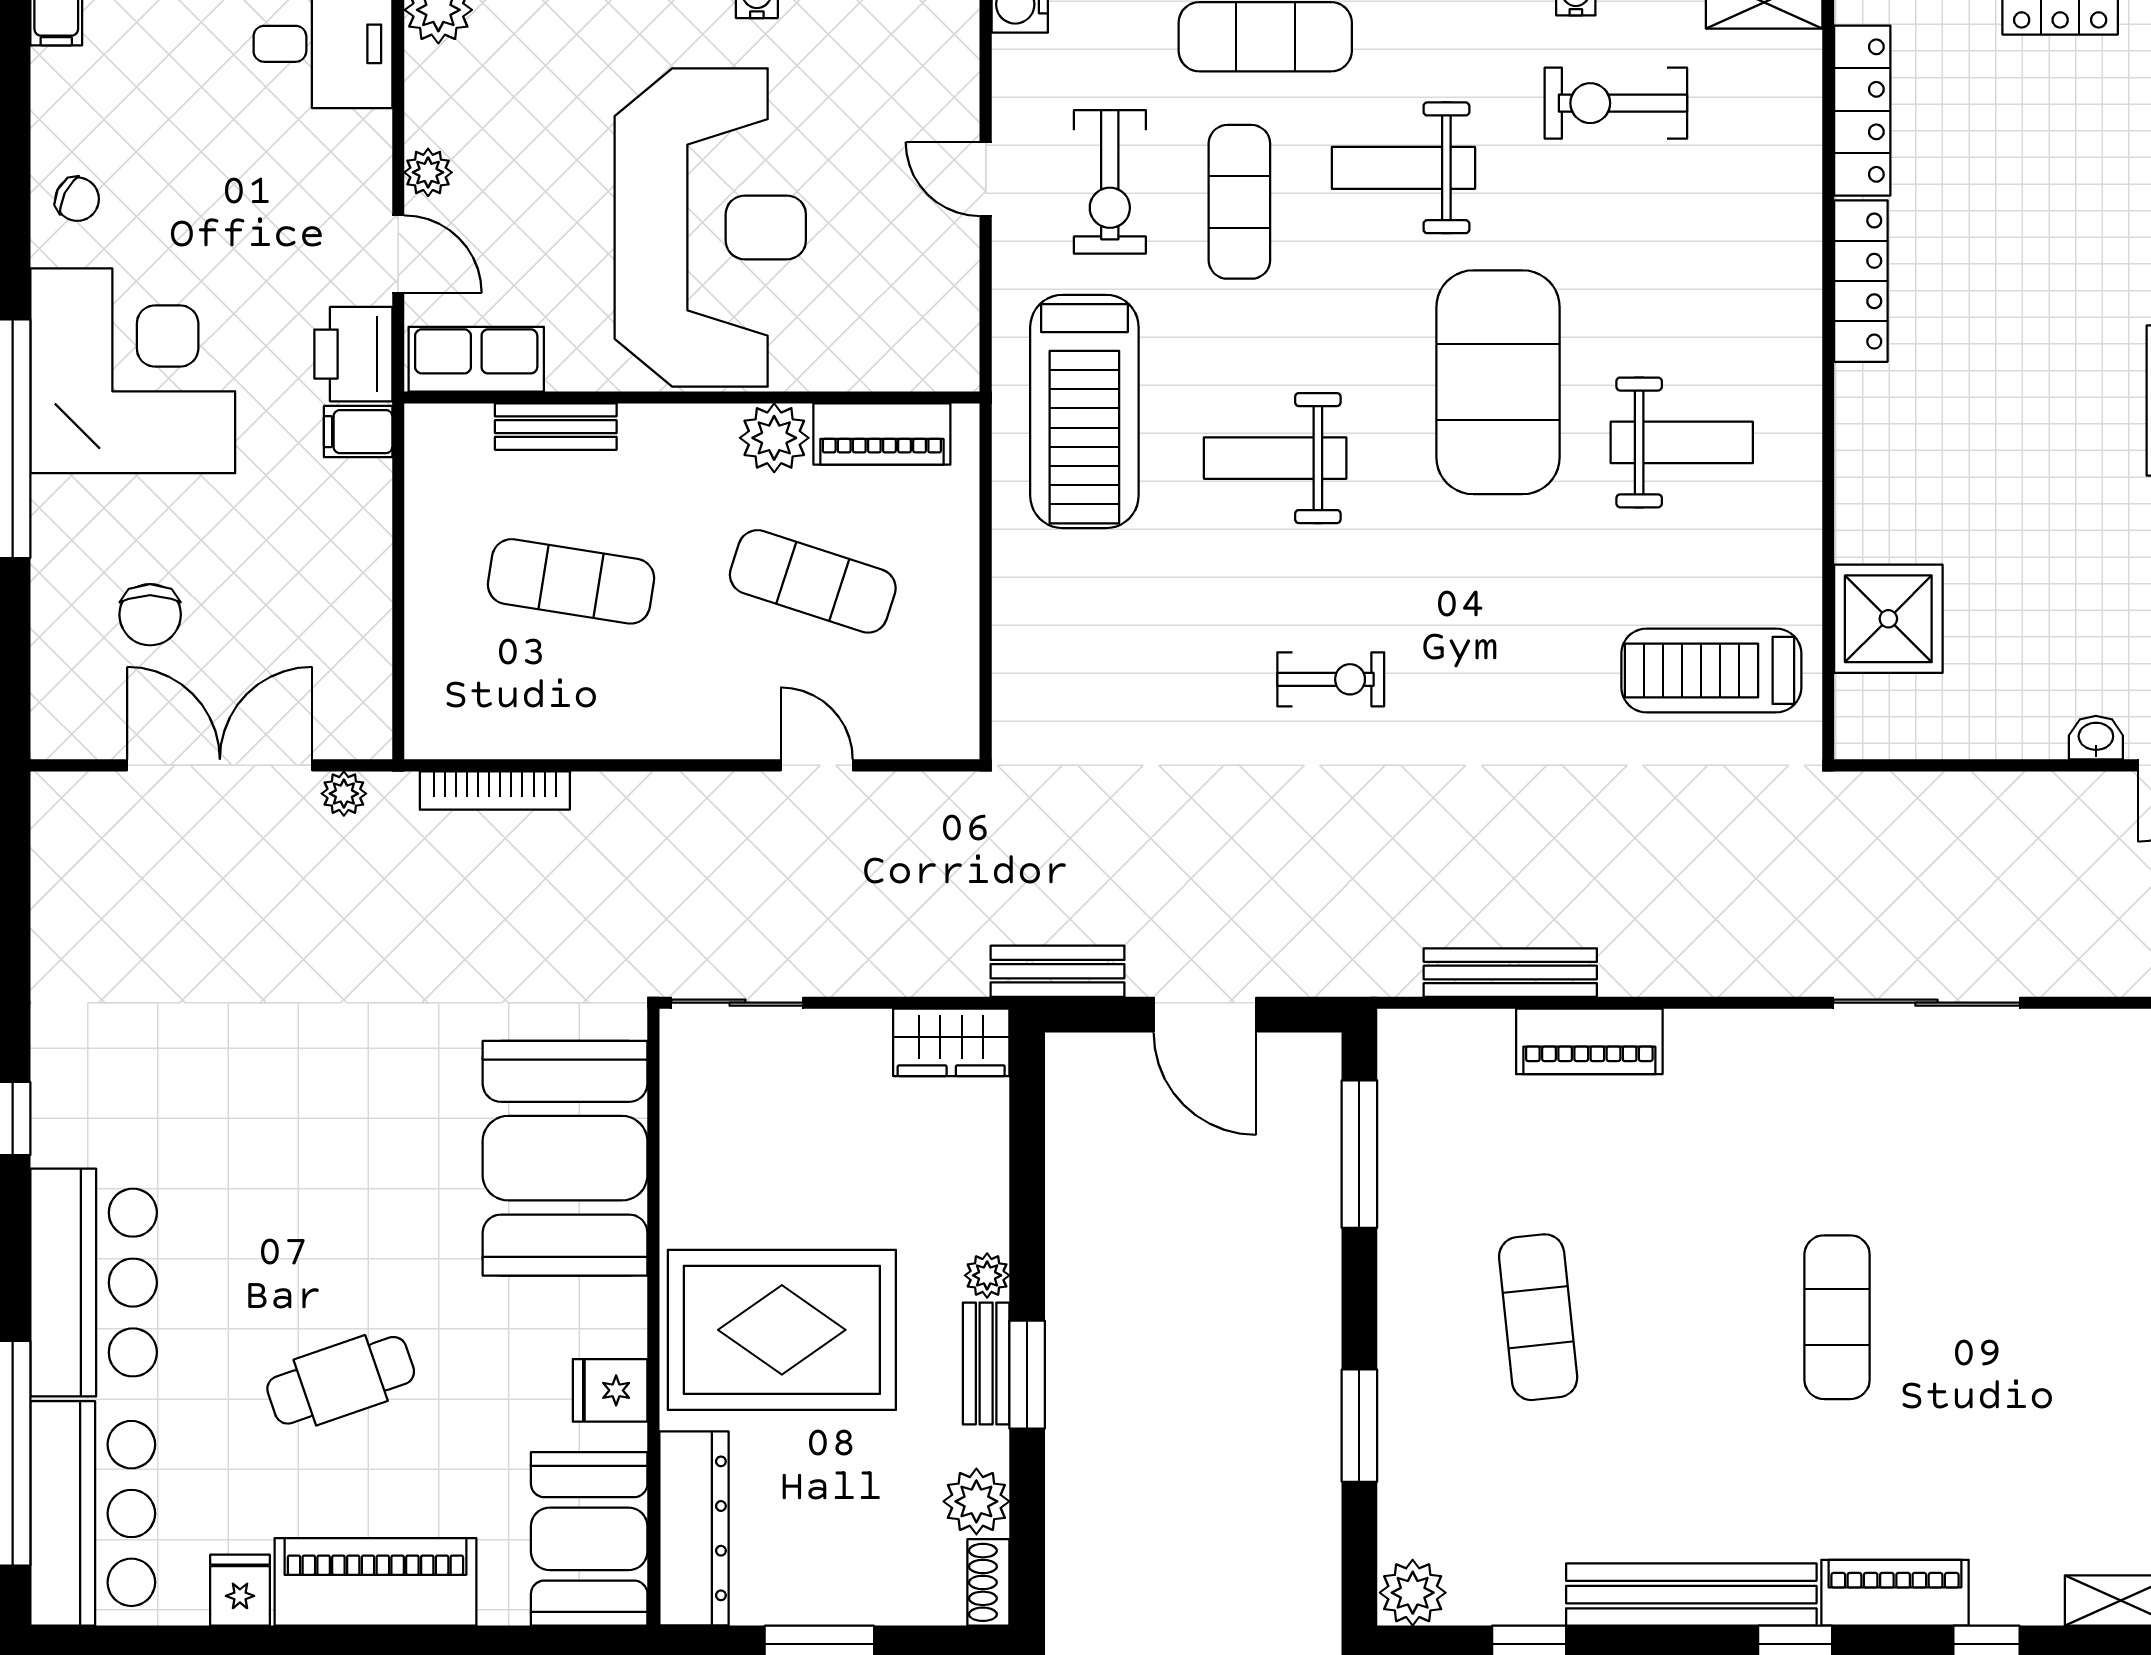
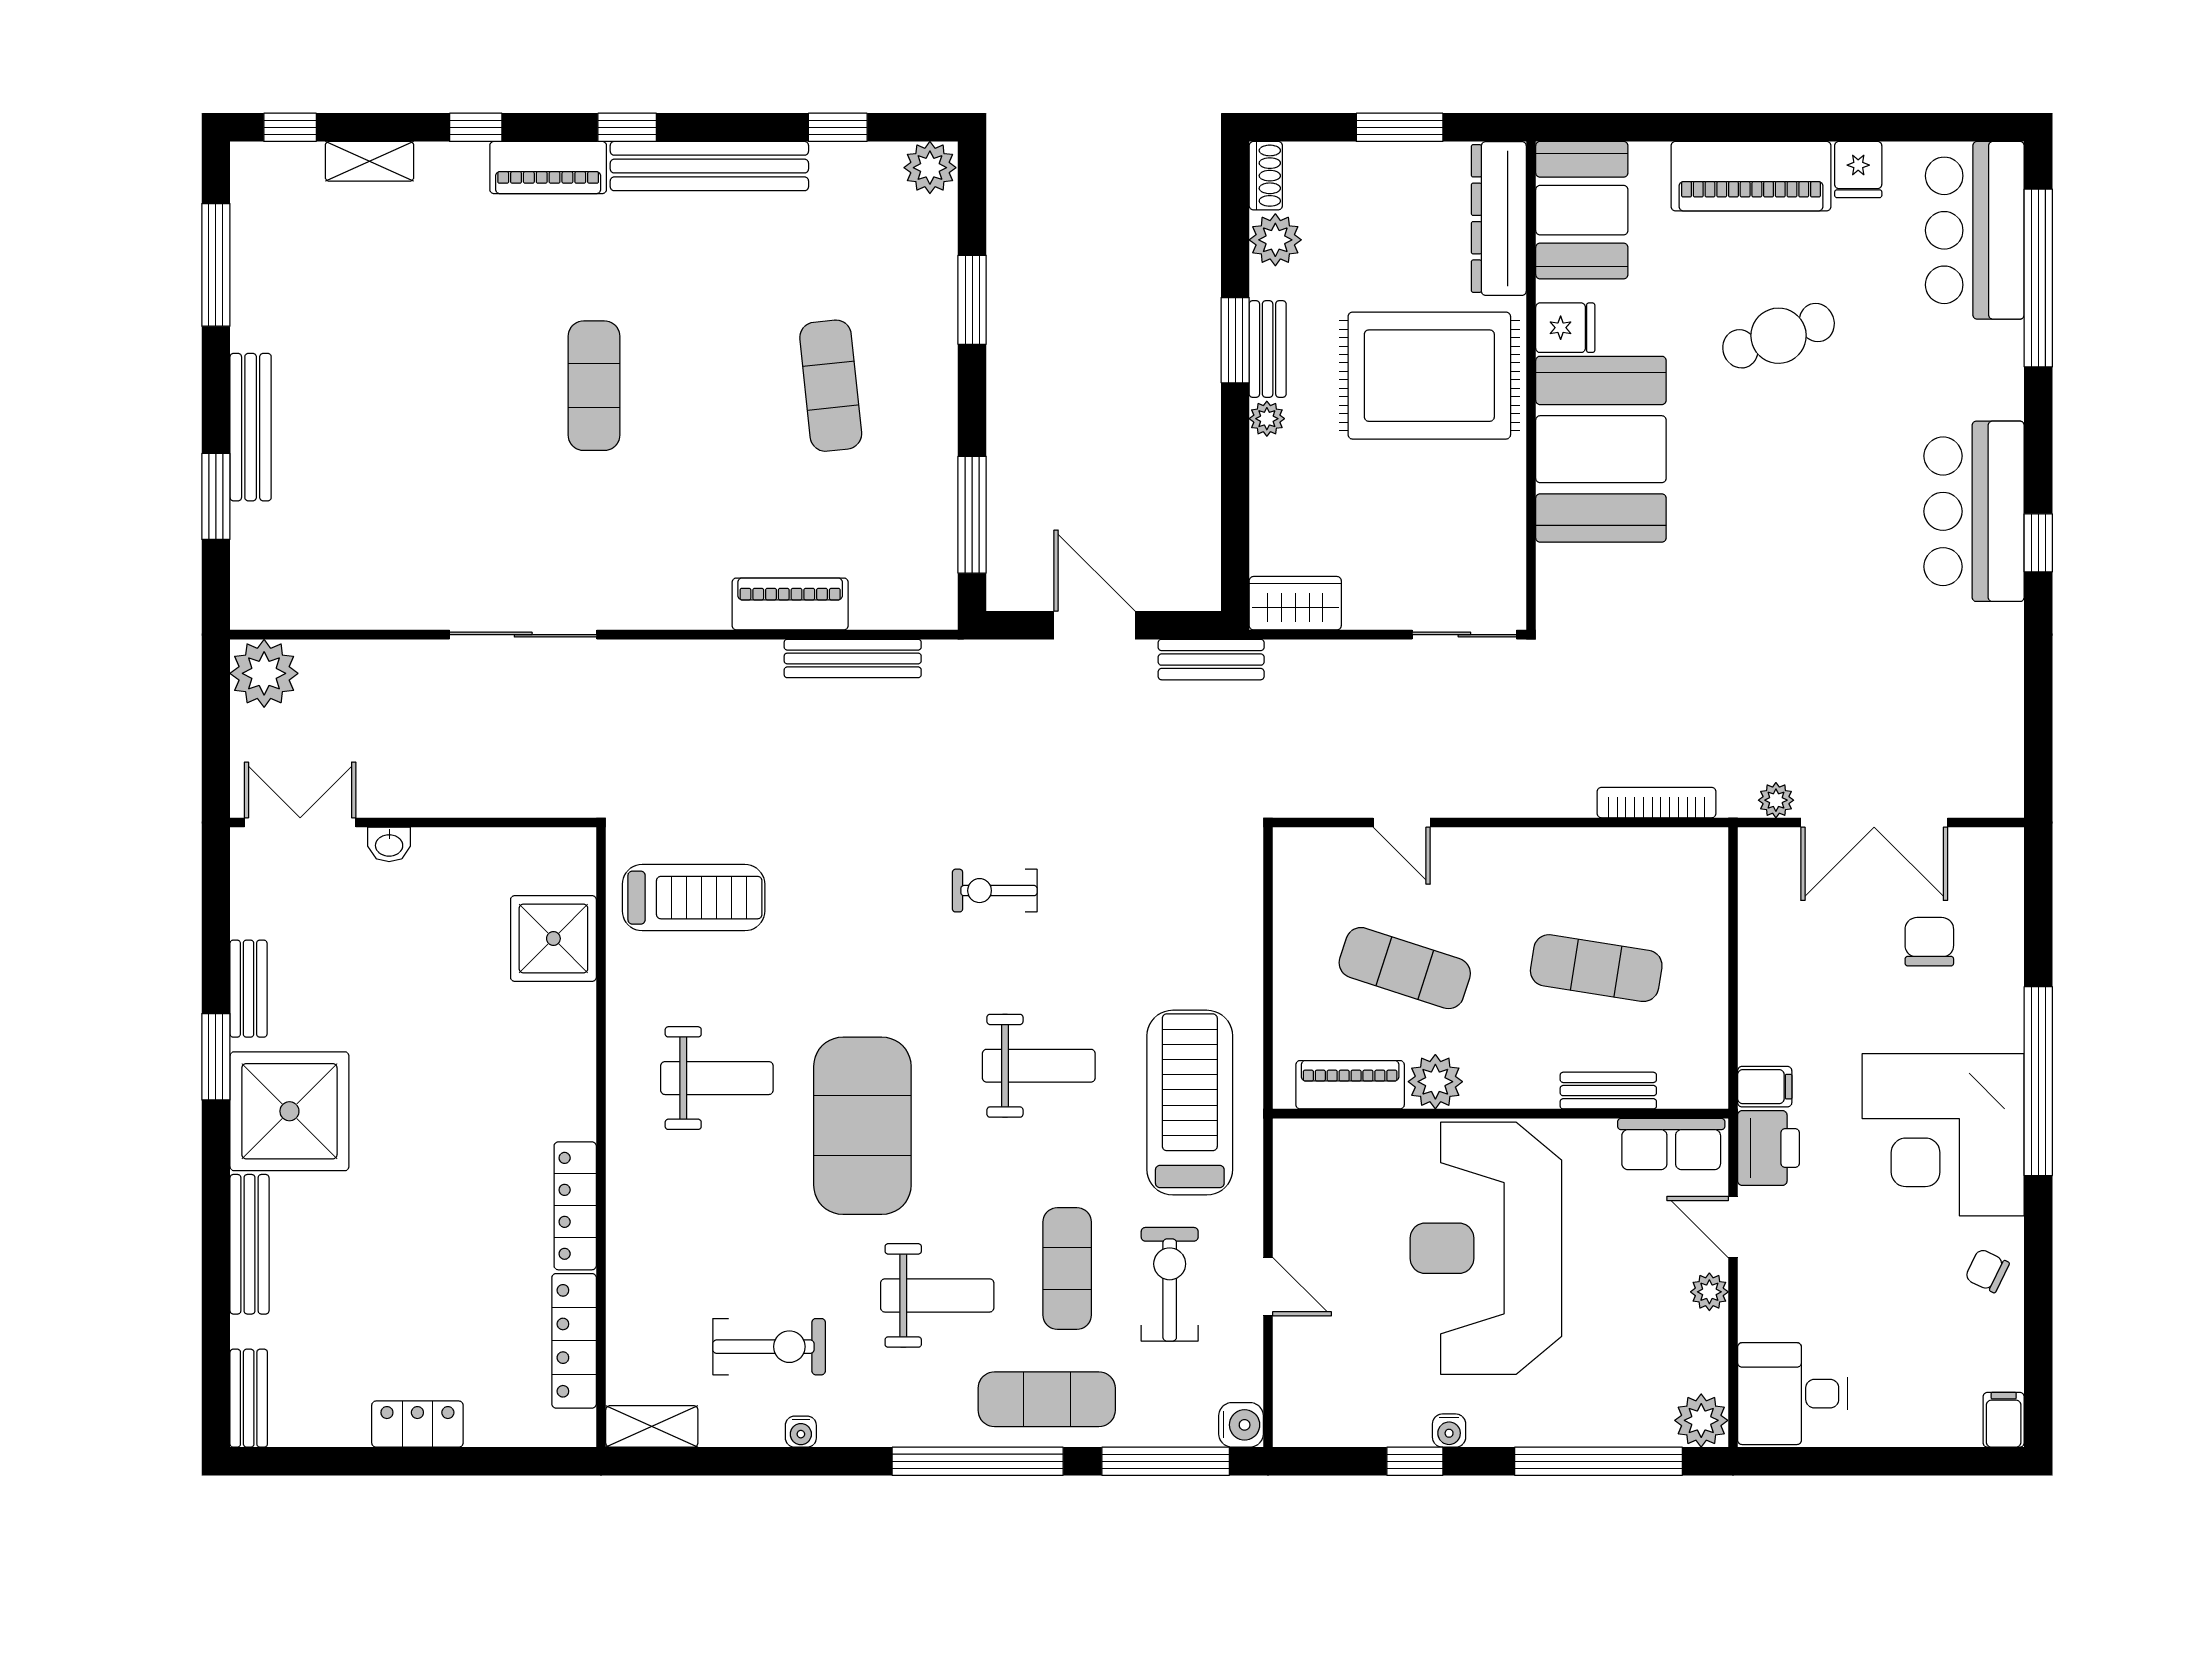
weight bench: (1682, 442) -> (717, 1078), turned 180
booth: (565, 1158) -> (1601, 449), moved
bar counter: (94, 1283) -> (1974, 511), moved

